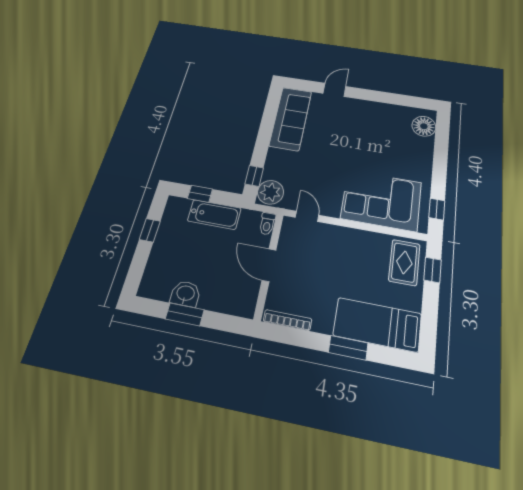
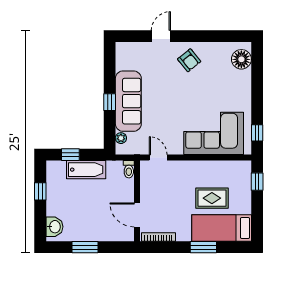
sofa: (291, 118) -> (128, 101), moved
armchair: (363, 118) -> (189, 60), added
window: (254, 176) -> (110, 102), moved
plant: (271, 192) -> (121, 138), width x0.53, depth x0.53
rug: (404, 262) -> (212, 198), moved, turned 90
door: (269, 265) -> (137, 215), moved
washbasin: (185, 294) -> (54, 227), moved, turned 90

